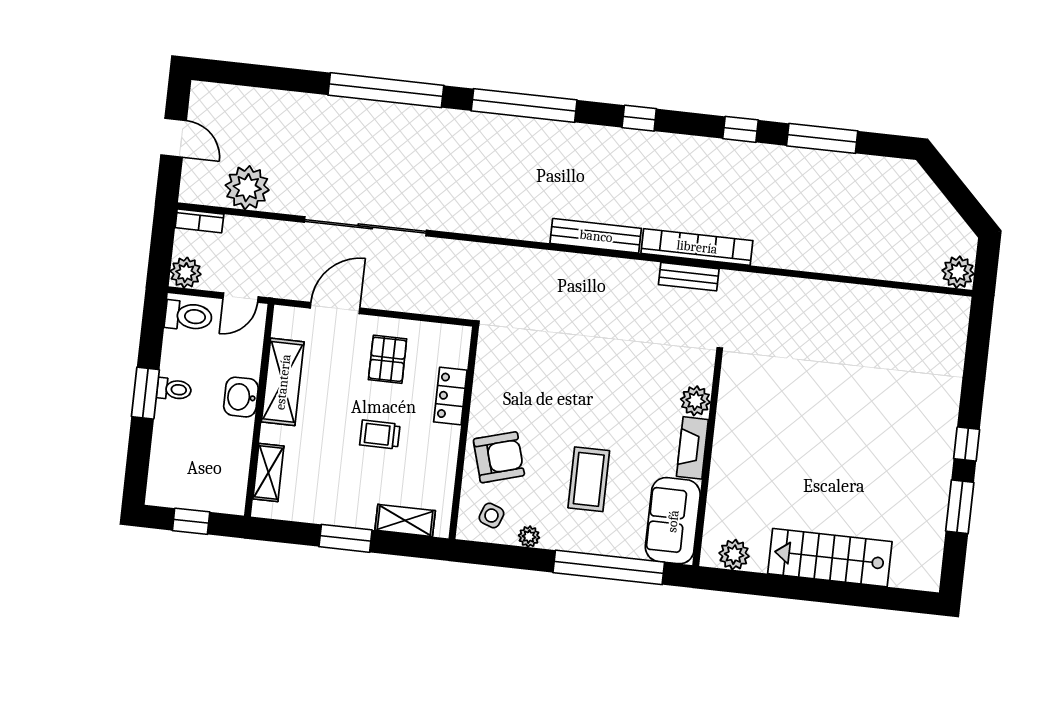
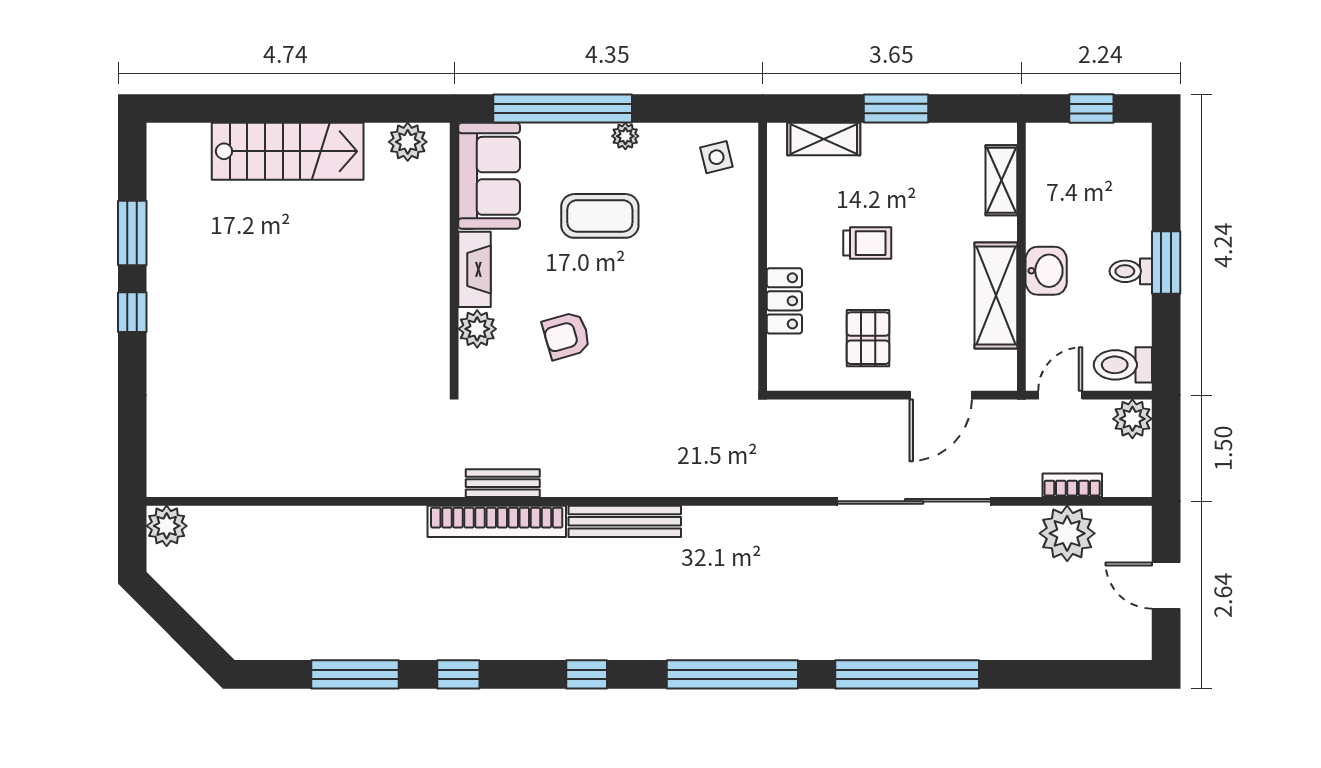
bookcase: (199, 221) -> (1072, 485), moved
armchair: (499, 457) -> (566, 336), moved, width x0.72, depth x0.72
coffee table: (589, 479) -> (600, 216), turned 90
side table: (491, 516) -> (716, 157), turned -34
plant: (529, 537) -> (625, 136), moved

